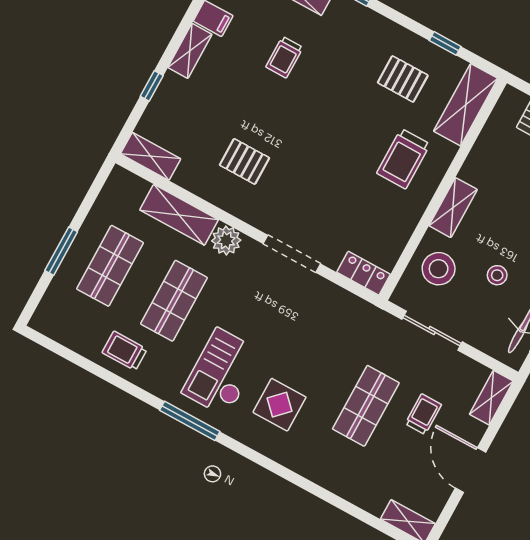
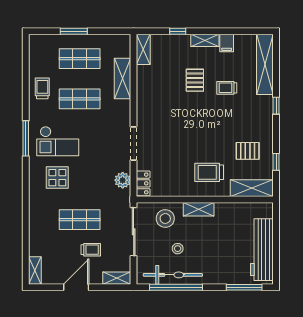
pallet: (403, 79) -> (248, 151), turned 90
pallet: (245, 161) -> (195, 80), moved
plant: (226, 240) -> (123, 180), moved
sliding door: (432, 331) -> (134, 232), width x1.37
checkout: (222, 372) -> (58, 141), turned 180

